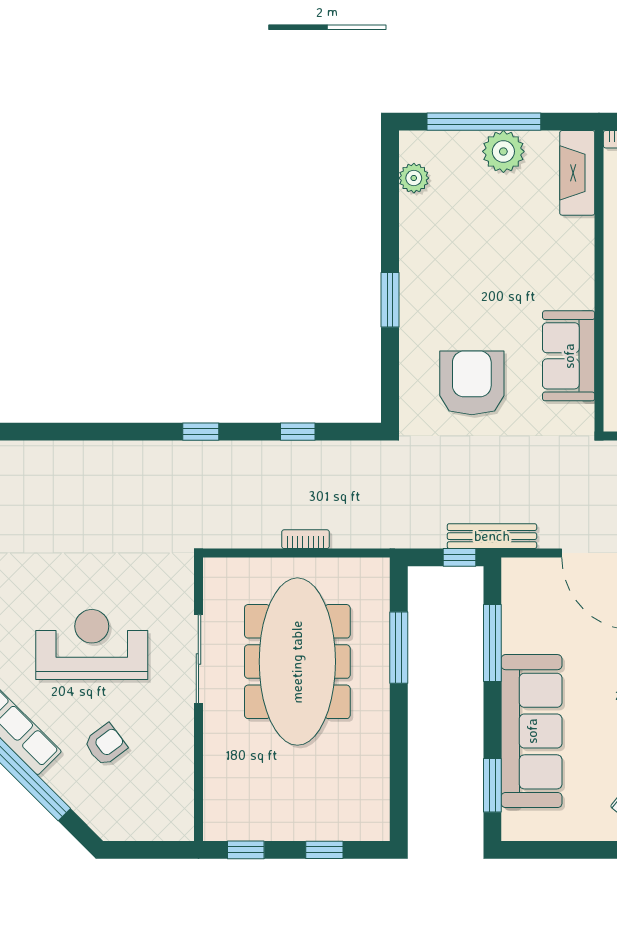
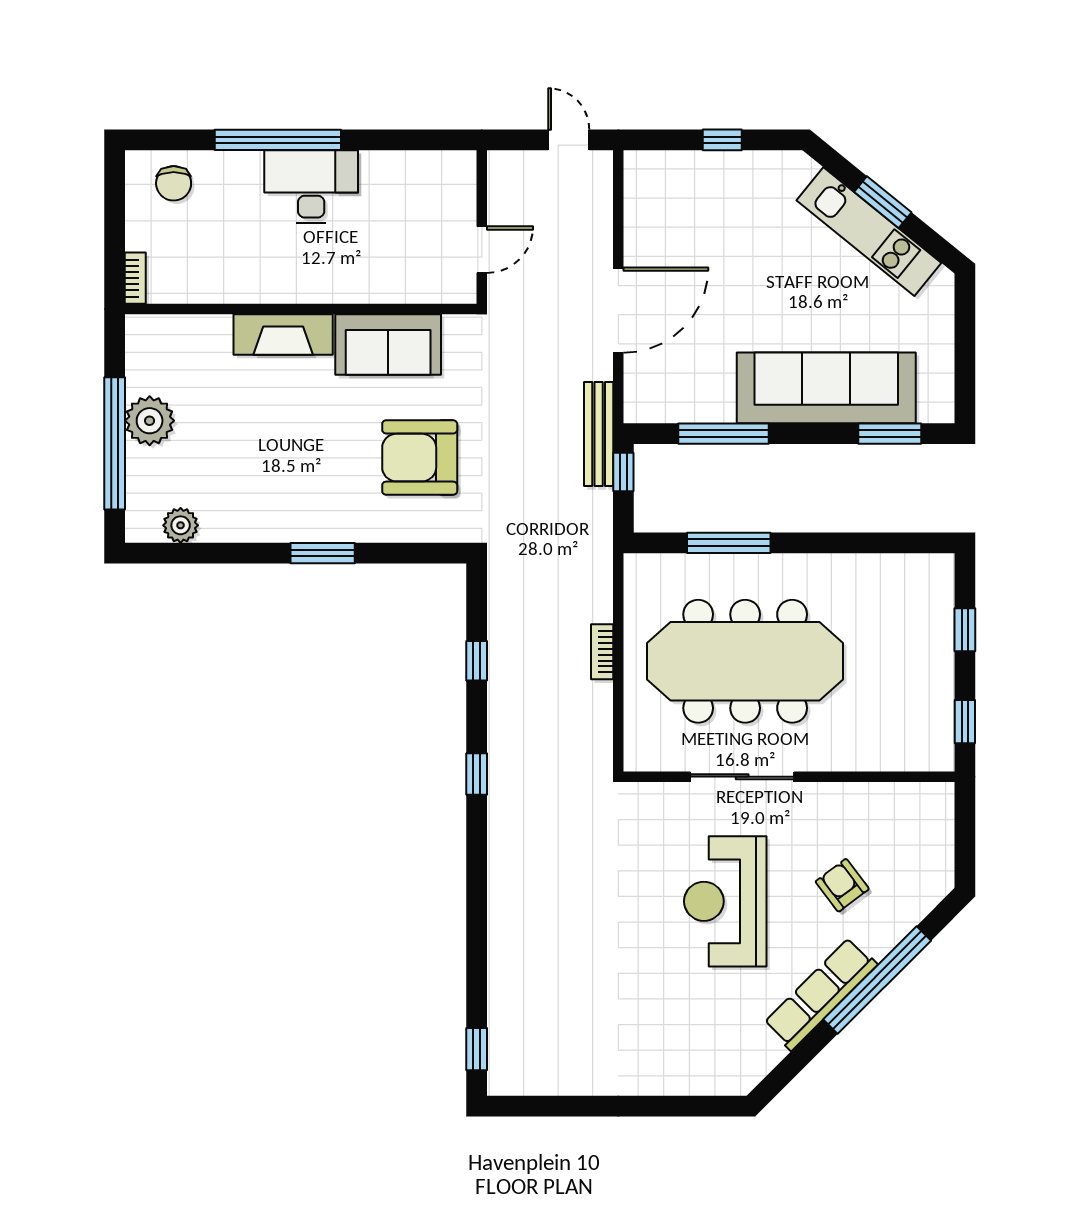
fireplace: (577, 173) -> (283, 334), moved

